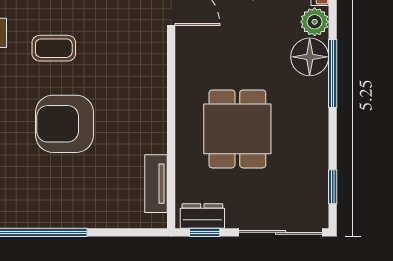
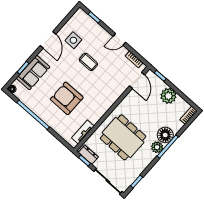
plant: (315, 22) -> (157, 147), moved
armchair: (65, 124) -> (67, 98), moved
dining table: (237, 129) -> (123, 137), width x1.38

